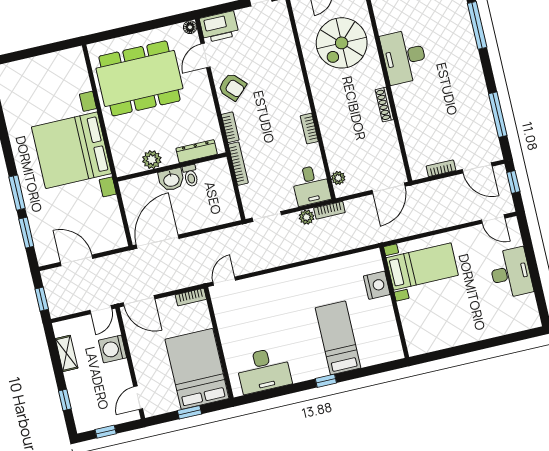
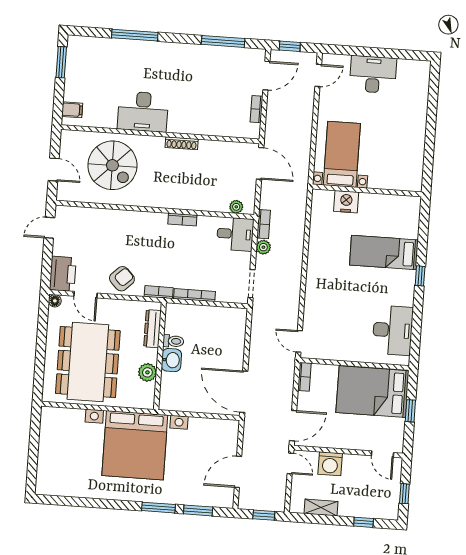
dresser: (197, 151) -> (152, 329), moved
plant: (152, 160) -> (147, 372), moved
wall: (172, 167) -> (160, 356), moved
toilet: (191, 176) -> (173, 341), moved
washbasin: (171, 180) -> (171, 360), moved

